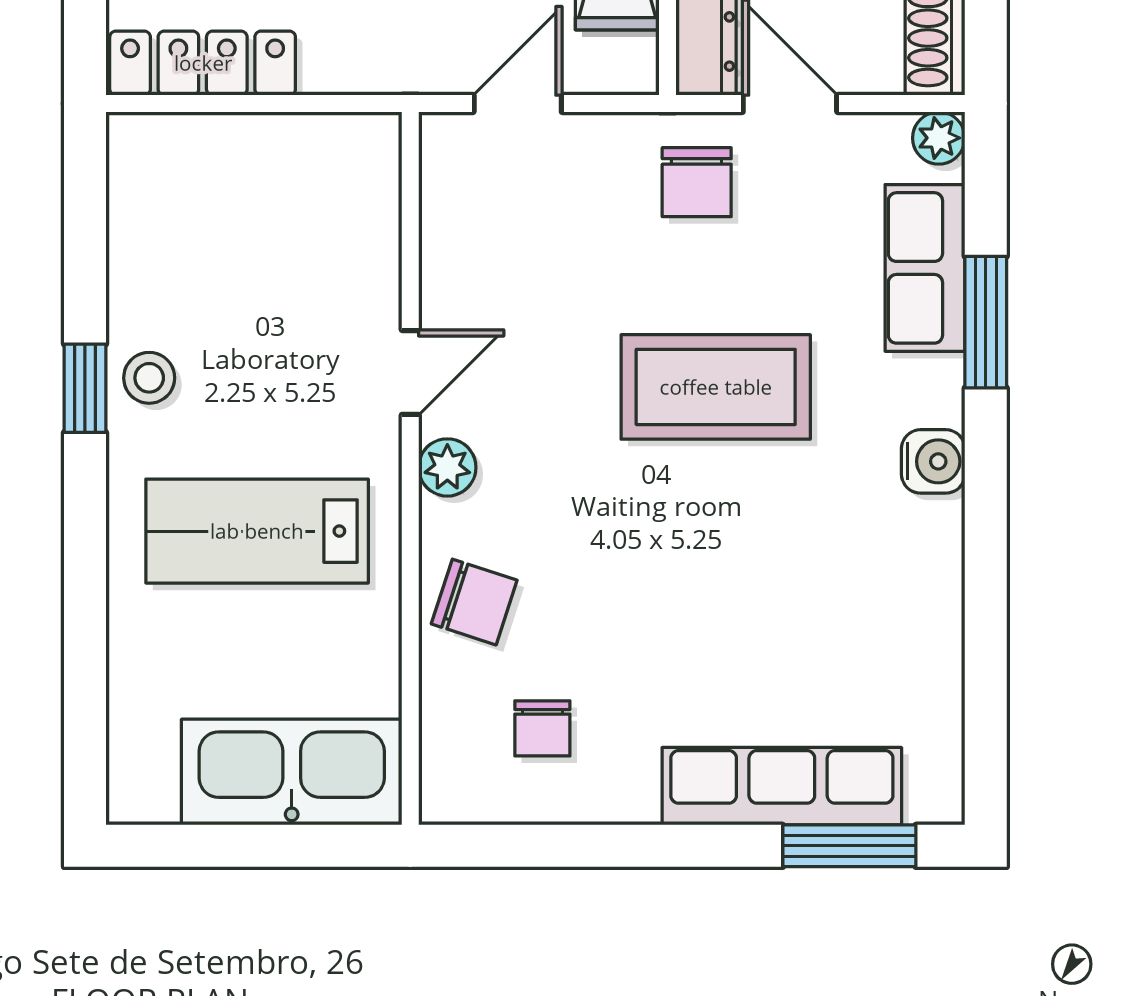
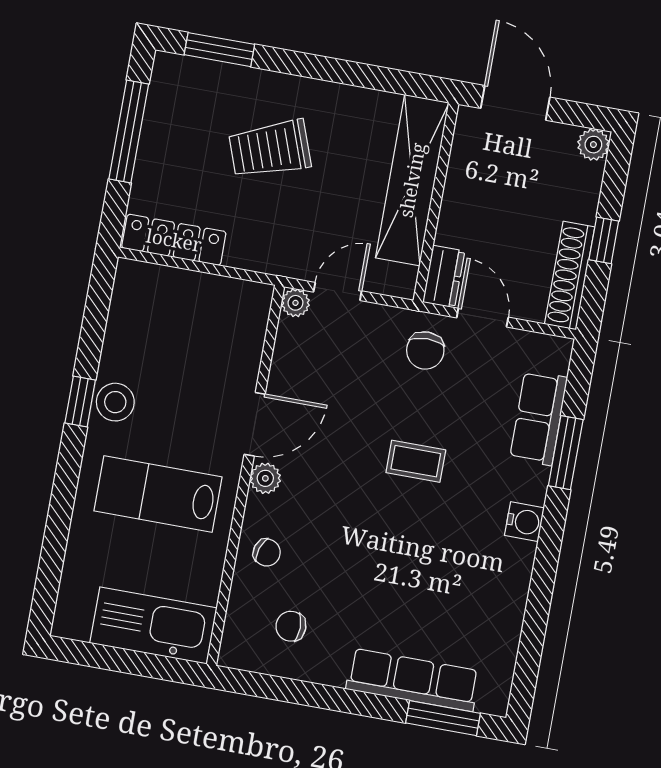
plant: (939, 138) -> (295, 303), moved
door: (410, 372) -> (255, 424), width x1.38
stool: (149, 378) -> (115, 402), width x1.37, depth x1.37
coffee table: (716, 387) -> (416, 461), width x0.54, depth x0.58
chair: (474, 602) -> (267, 553), width x0.73, depth x0.73
chair: (542, 728) -> (291, 626), turned 90

